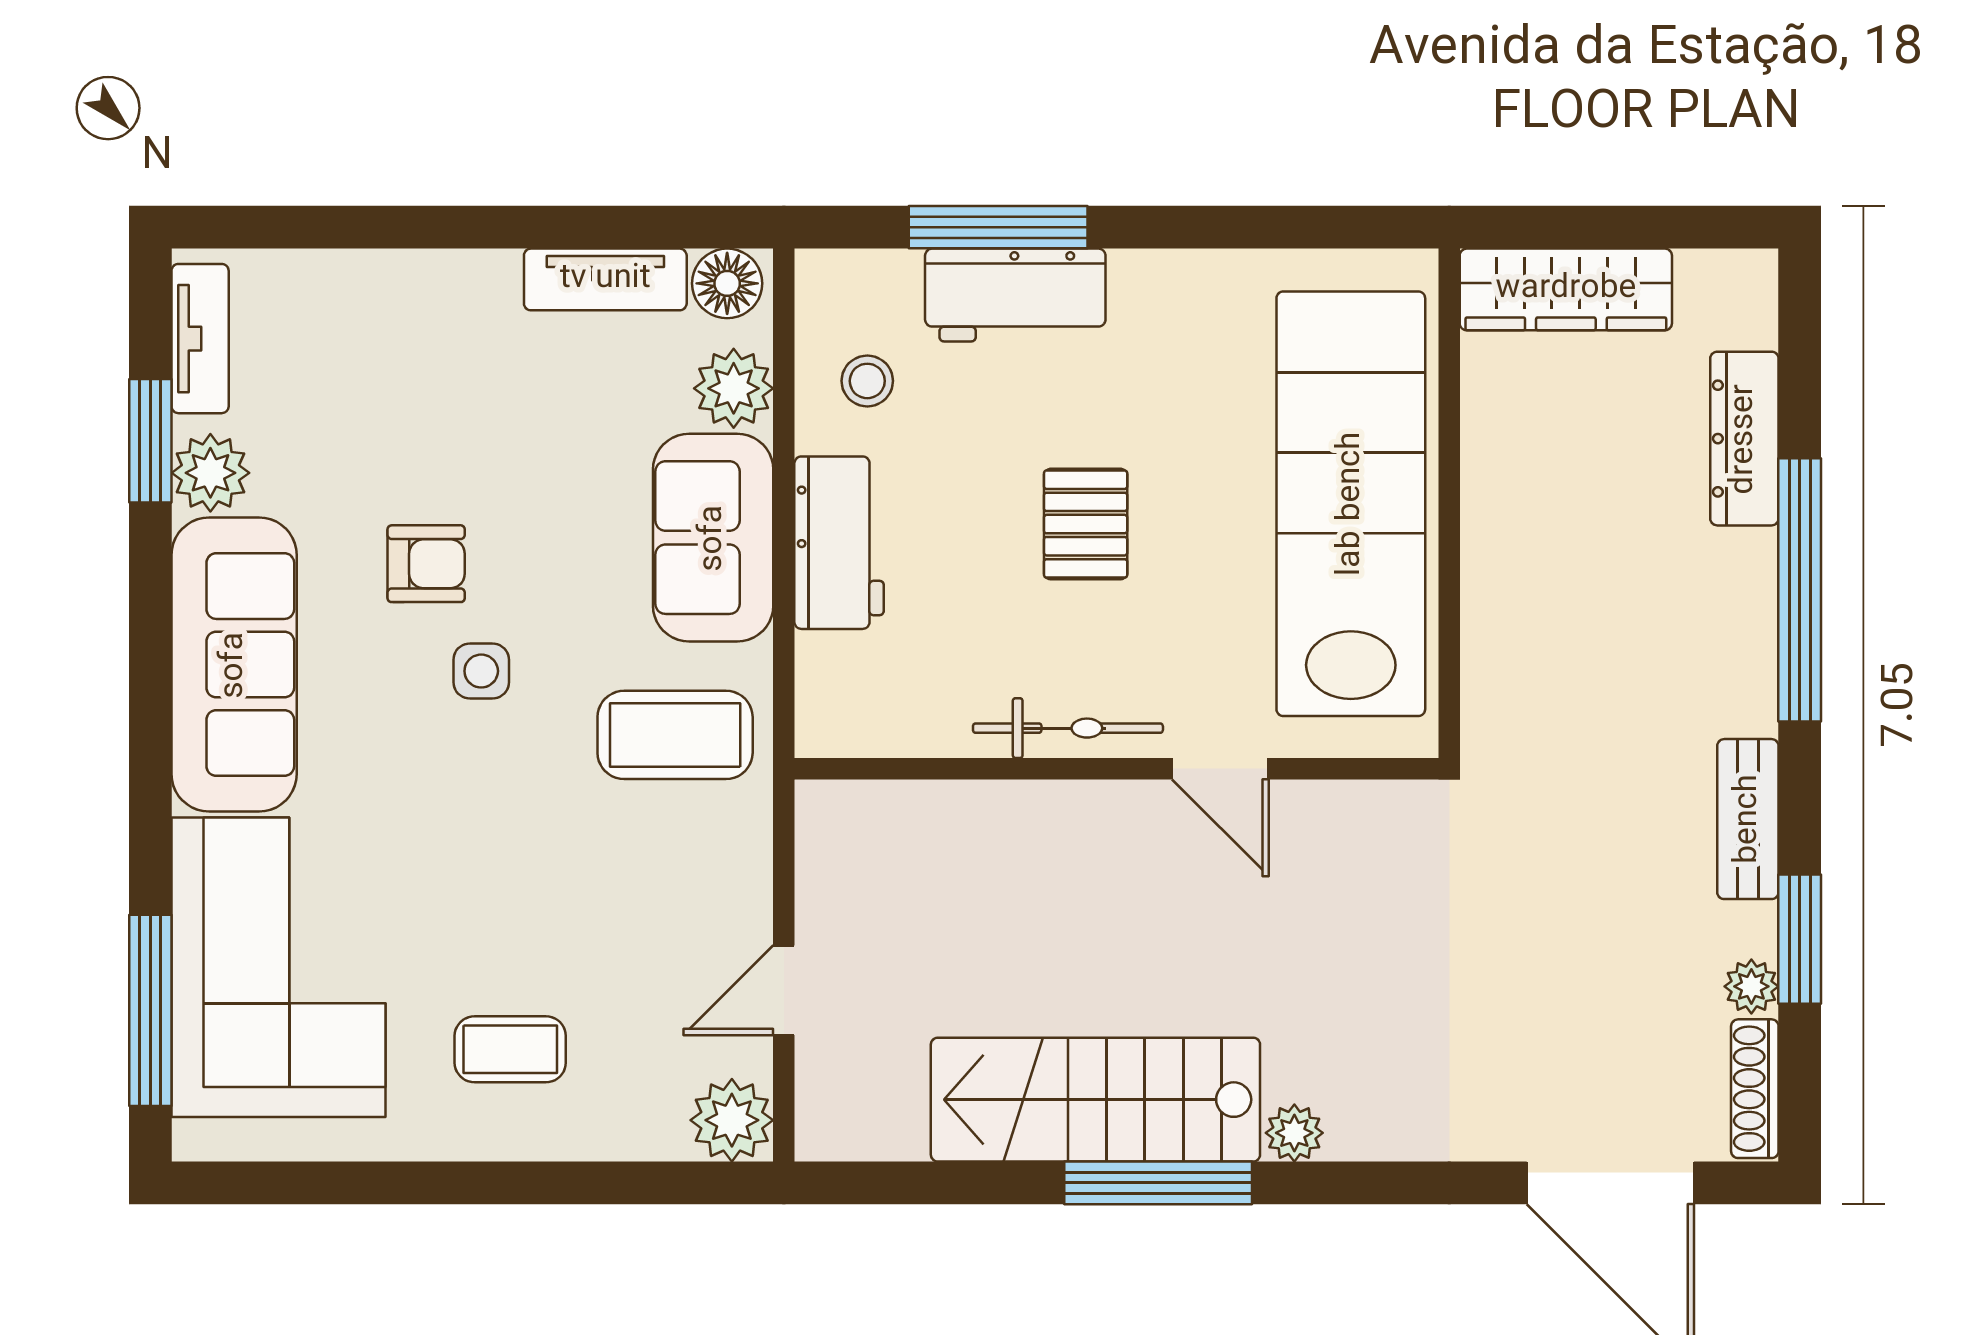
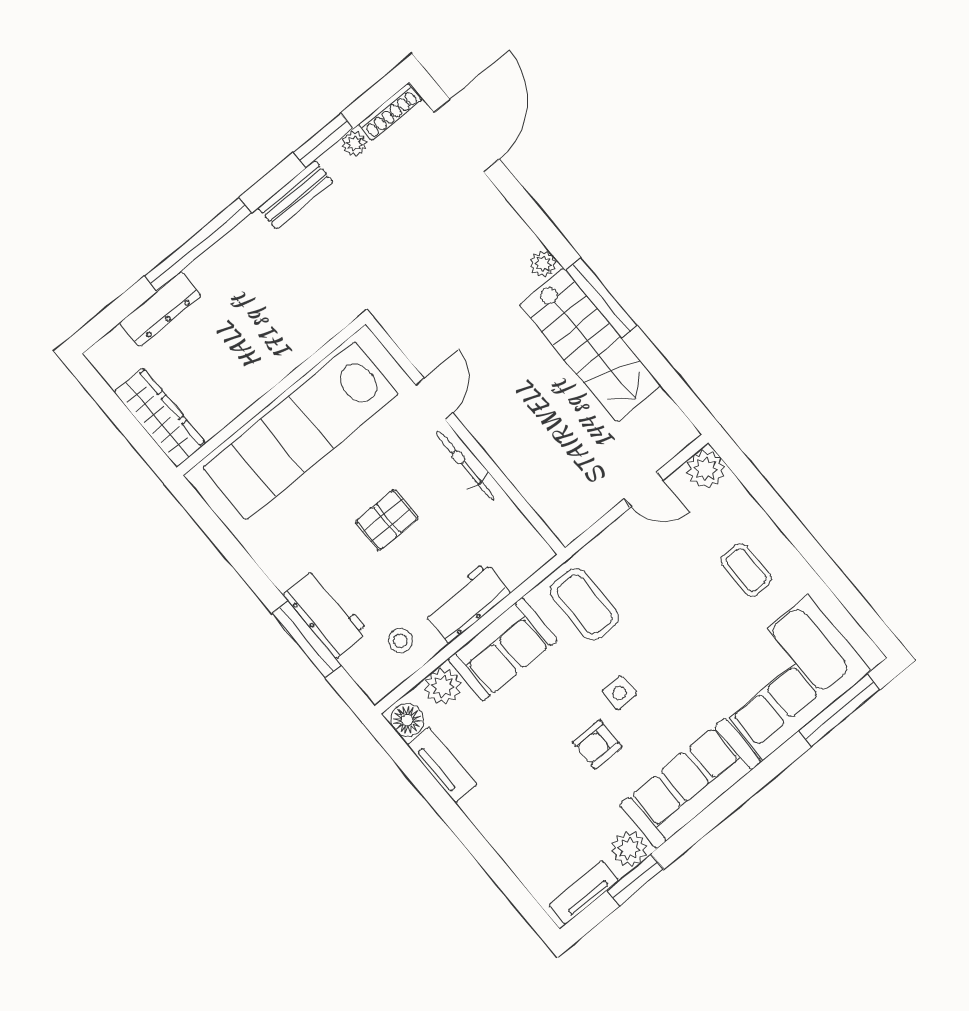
armchair: (426, 564) -> (597, 744), turned -90

